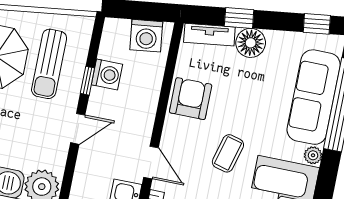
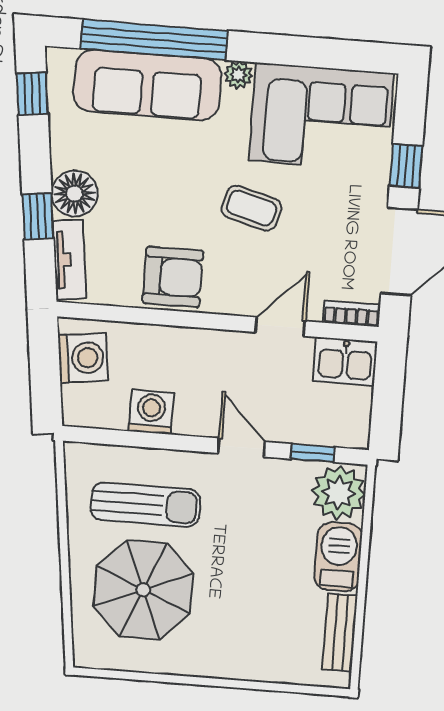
window: (87, 81) -> (312, 453), moved
armchair: (191, 99) -> (173, 277), turned 180

